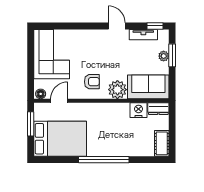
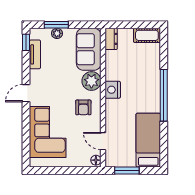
door: (117, 26) -> (26, 93), moved
corner sofa: (52, 54) -> (48, 132), moved, turned 90
armchair: (92, 82) -> (83, 107), turned 180
nightstand: (139, 110) -> (113, 90), moved
bed: (60, 139) -> (148, 140), width x0.67

